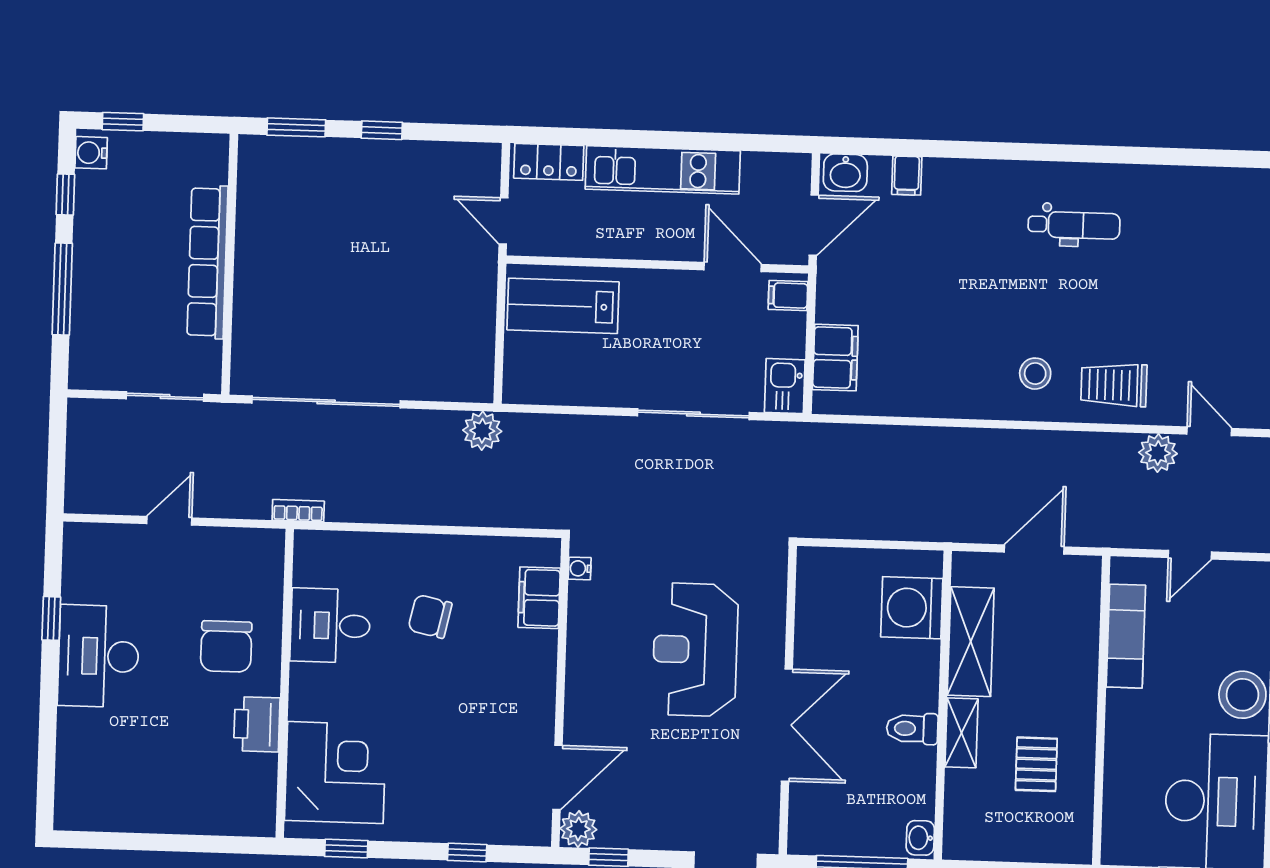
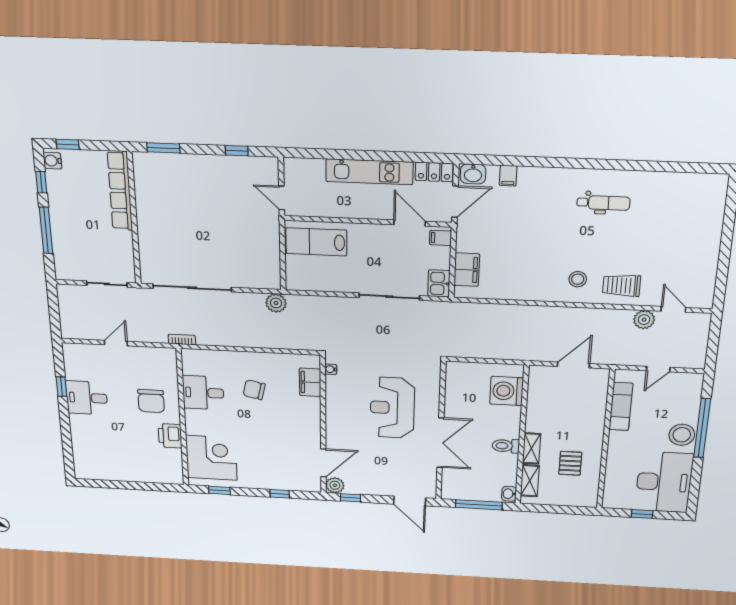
window: (382, 130) -> (237, 151), moved
locker: (549, 162) -> (434, 172), moved
row of seats: (207, 262) -> (120, 191), moved
shelving: (971, 642) -> (530, 481), moved, width x0.67, depth x0.75
desk: (98, 656) -> (87, 398), width x0.73

